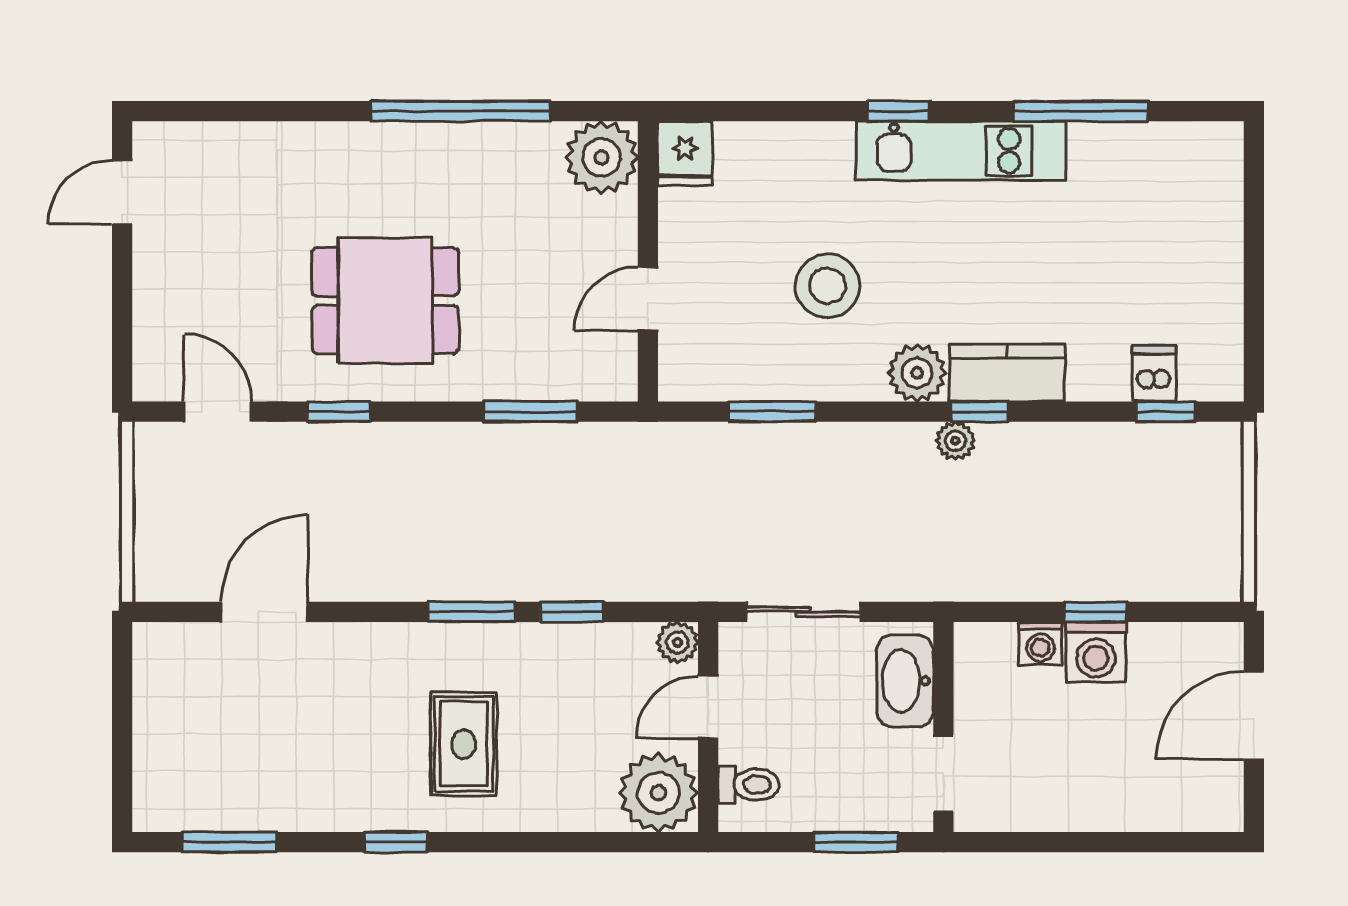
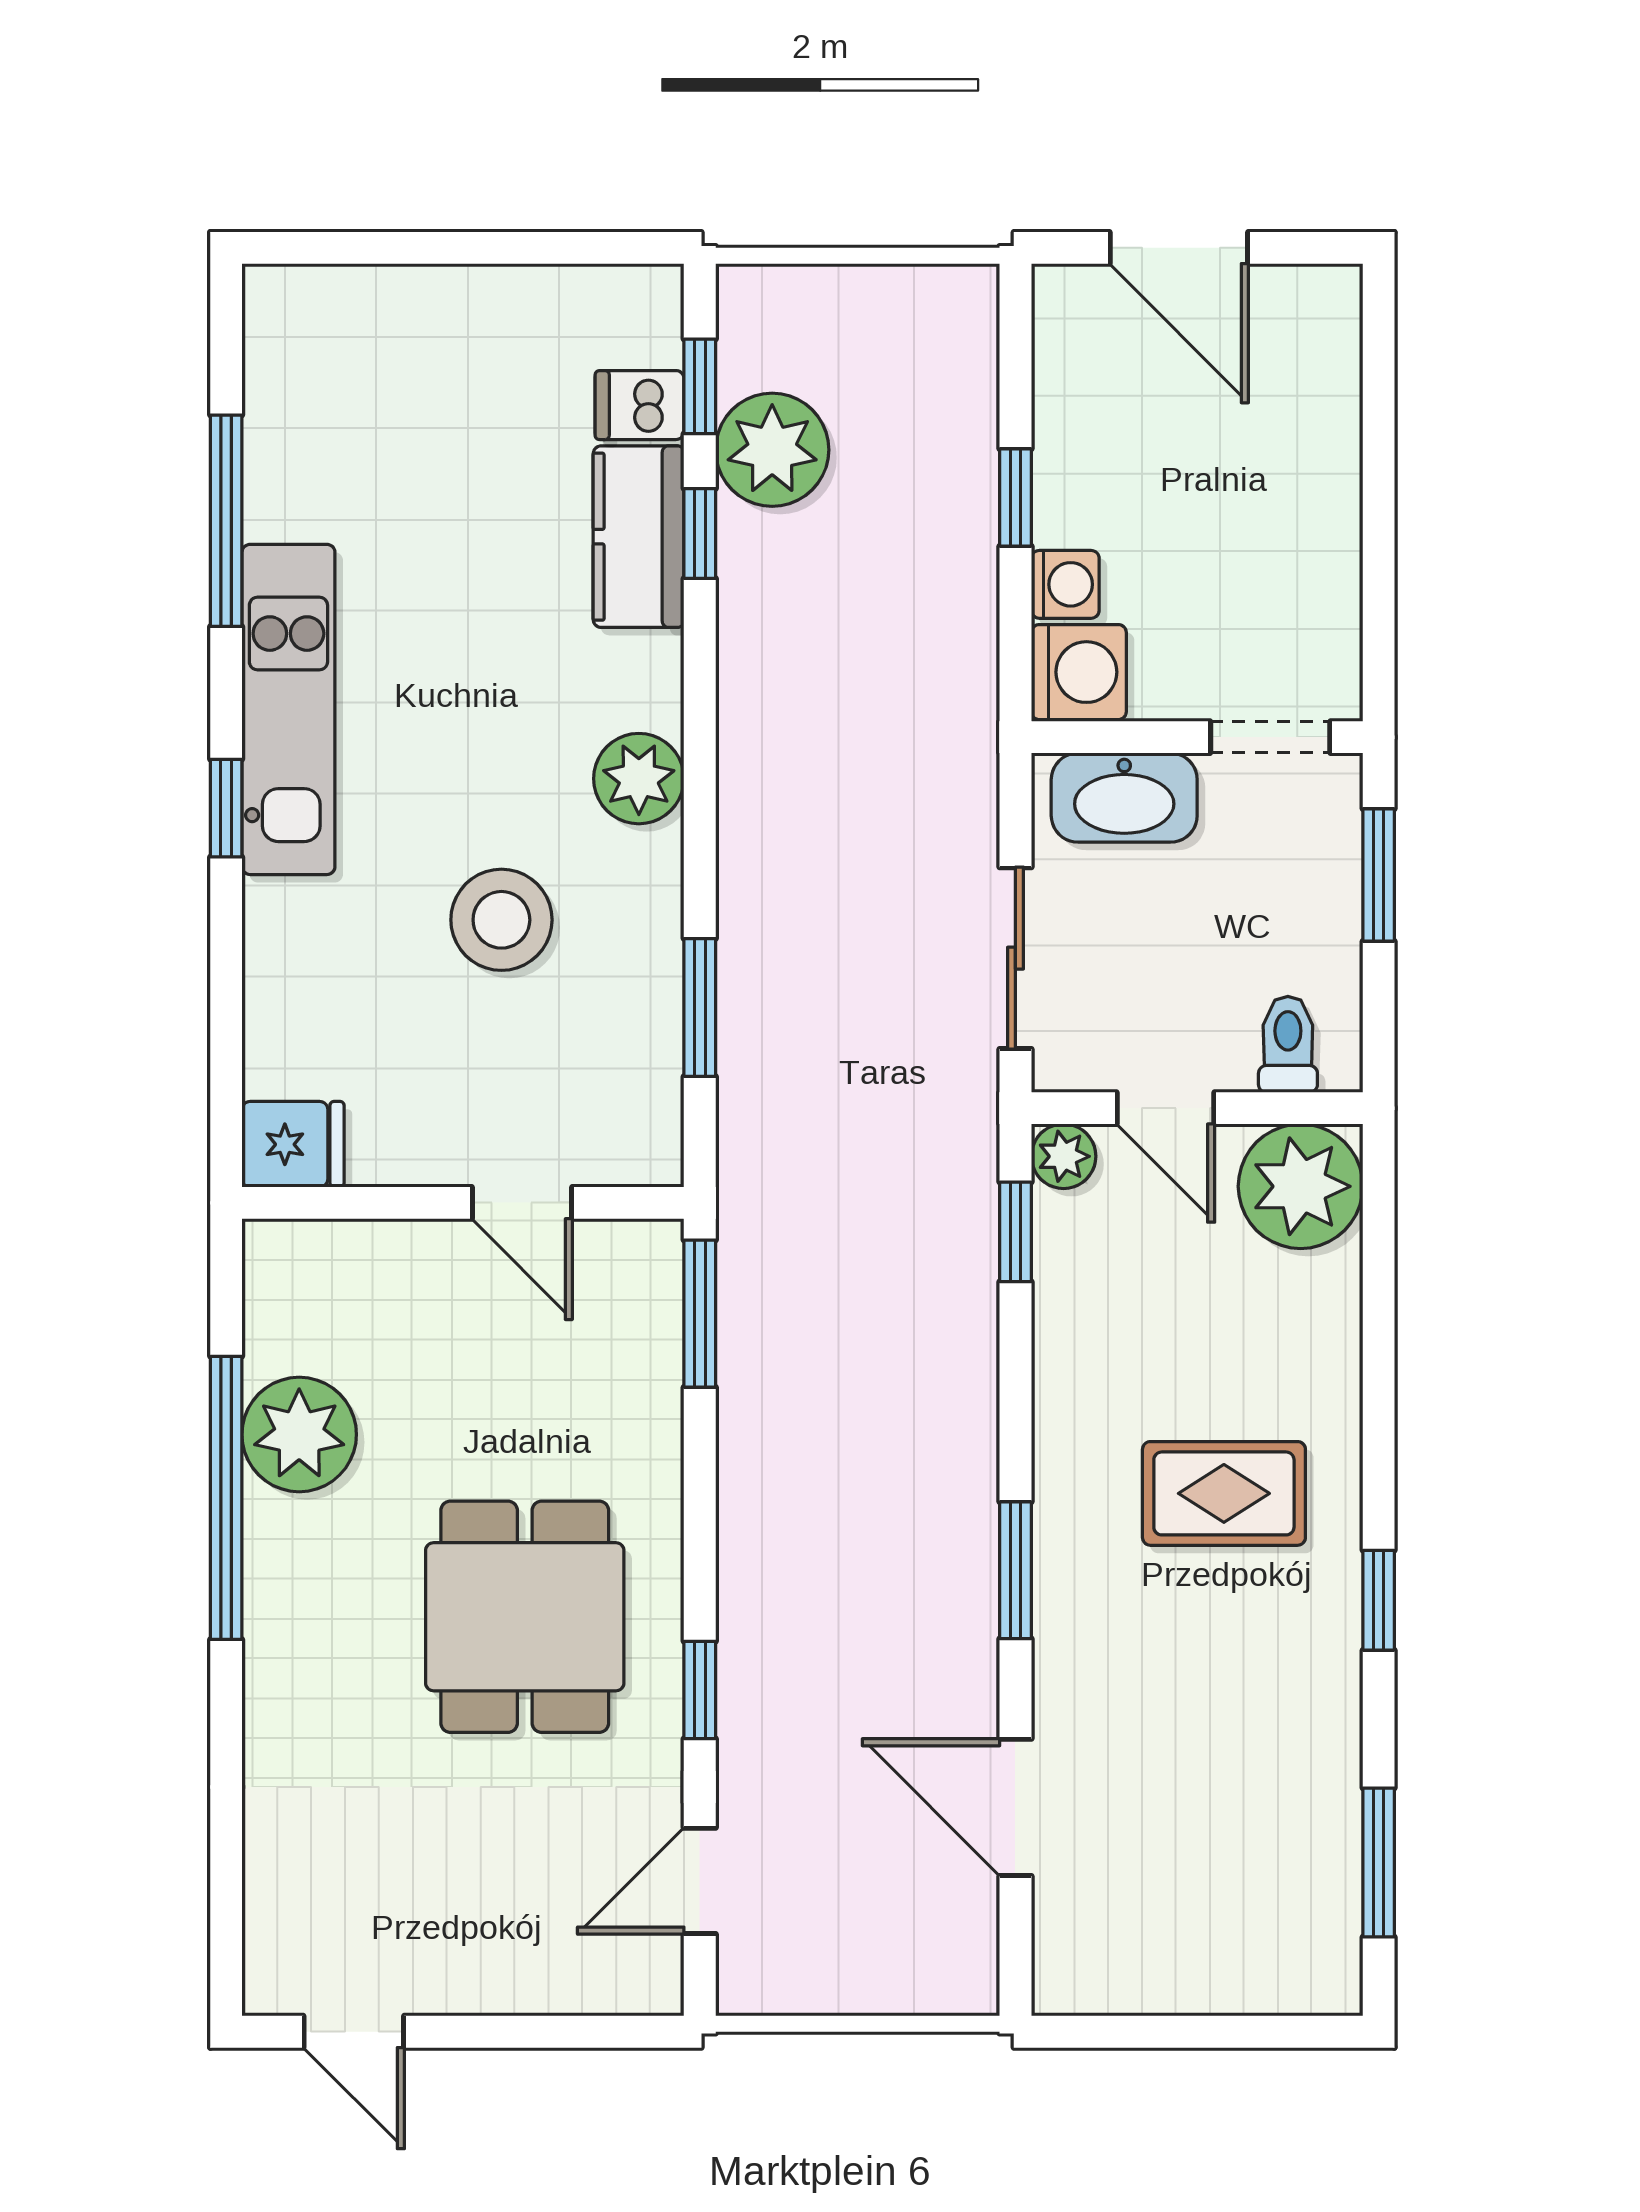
plant: (602, 158) -> (299, 1434), moved
kitchen counter: (1007, 373) -> (639, 537), moved
window: (530, 412) -> (700, 1314), moved
window: (980, 412) -> (700, 533), moved
plant: (955, 441) -> (772, 450), moved, width x1.88, depth x1.88
window: (472, 612) -> (1015, 1570), moved
window: (572, 612) -> (1015, 1232), moved
washing machine: (1096, 652) -> (1079, 672), moved

